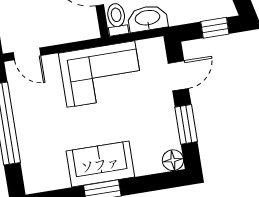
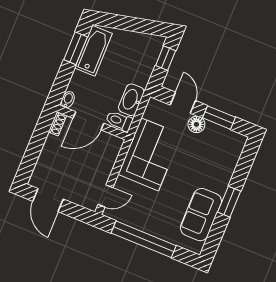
floor lamp: (173, 160) -> (196, 124), moved
sofa: (100, 164) -> (201, 215), moved

